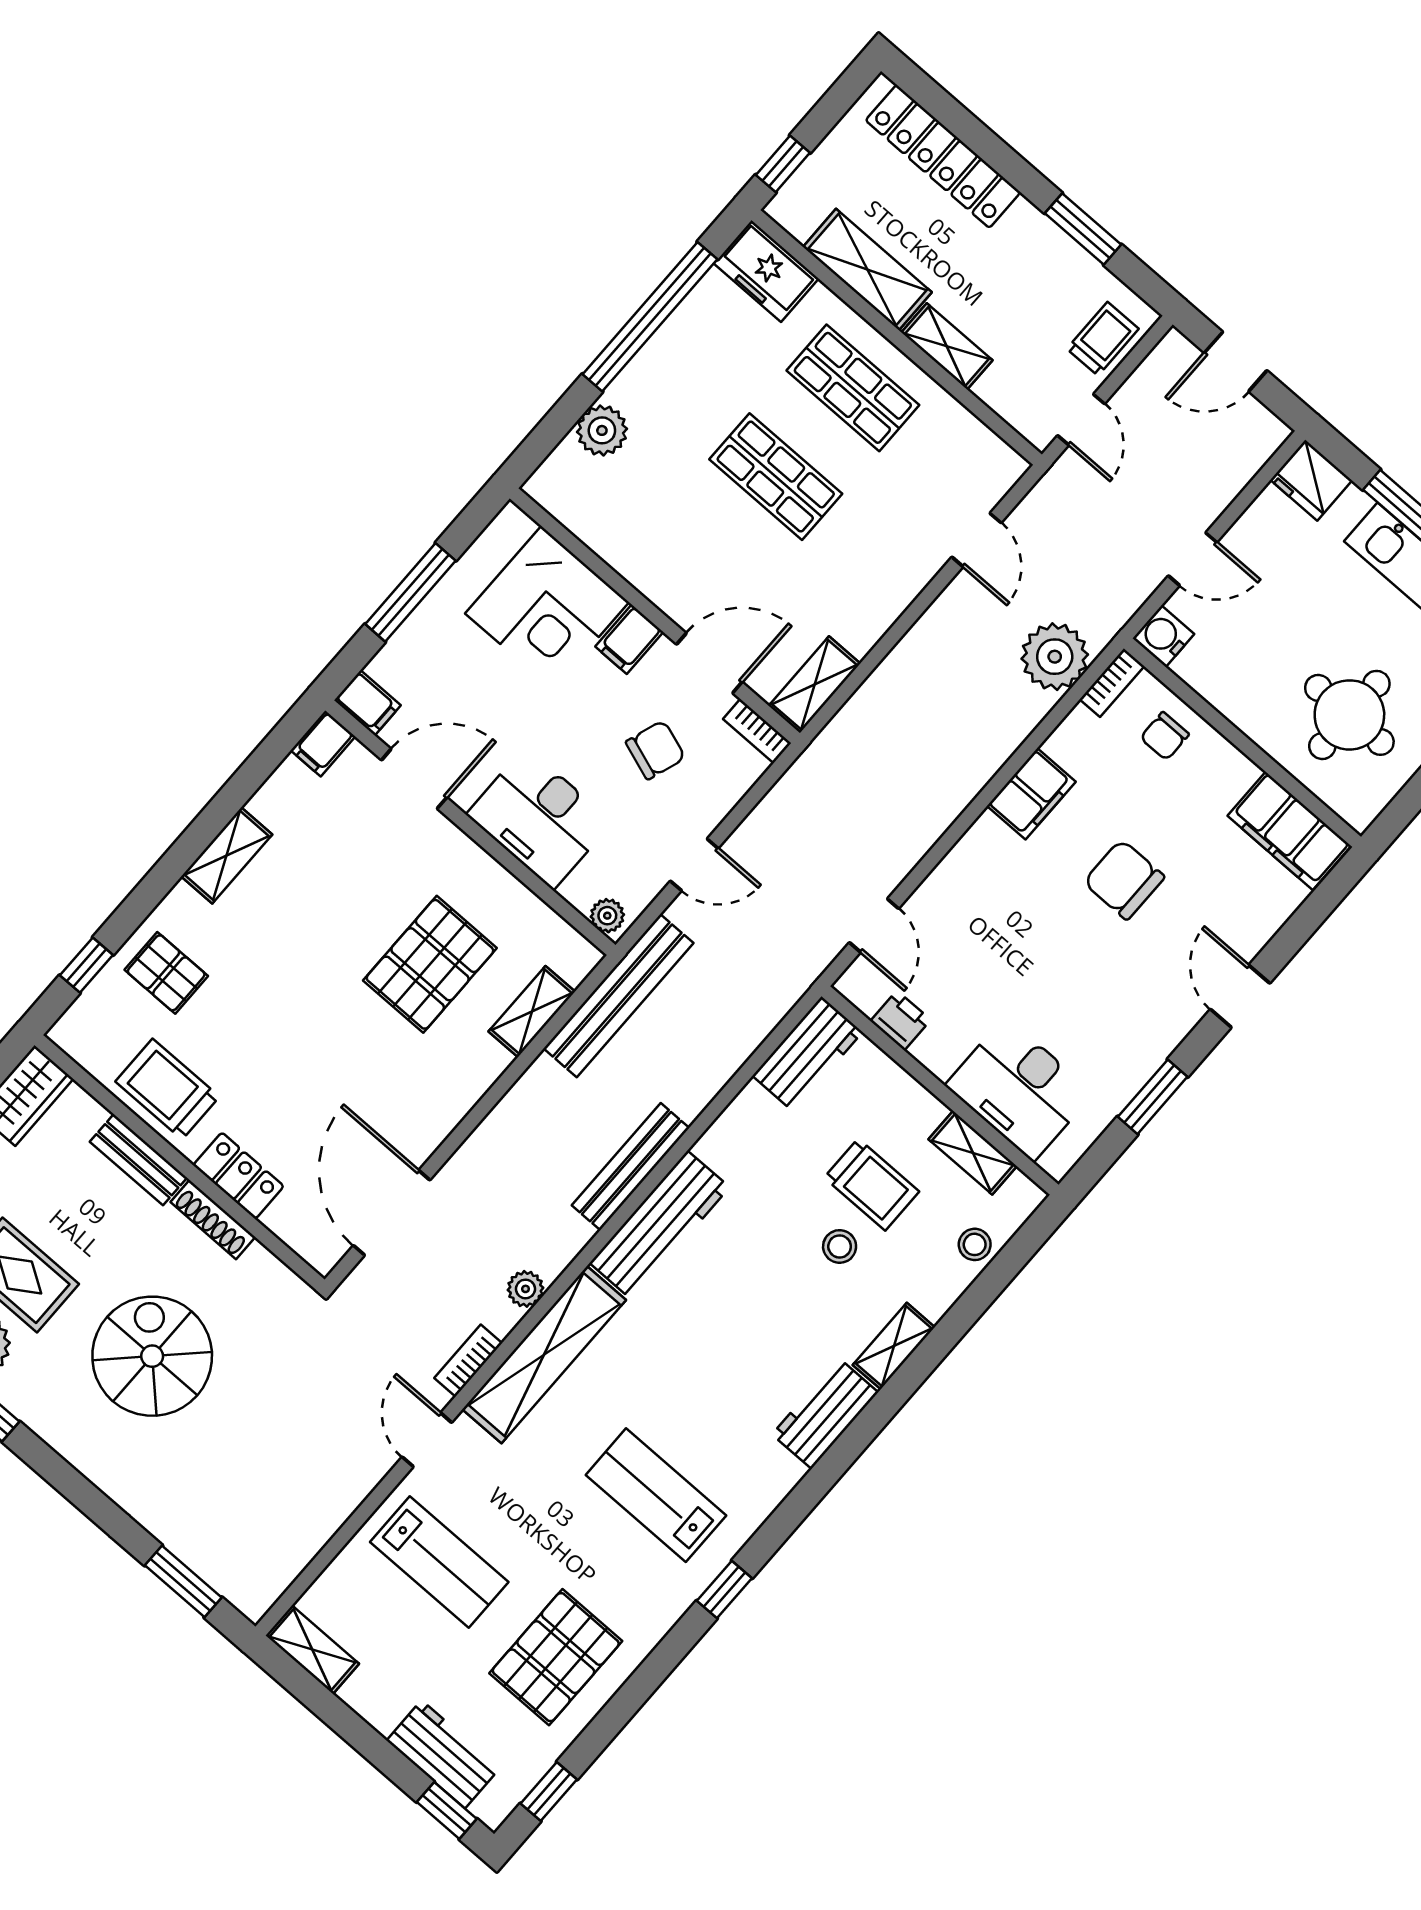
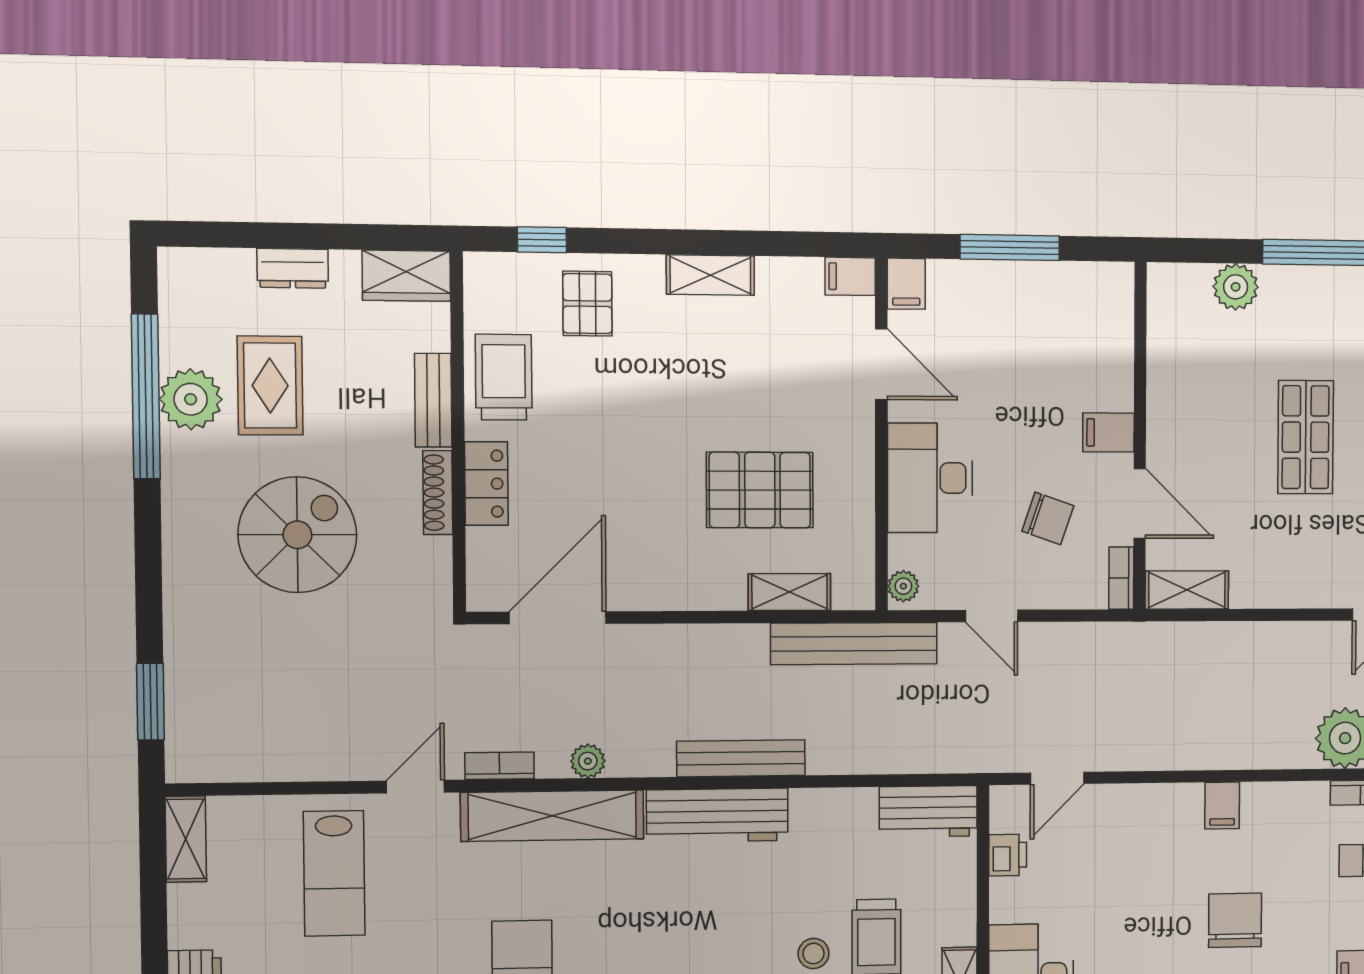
corner desk: (547, 608) -> (1081, 355), removed
filing cabinet: (1031, 794) -> (1222, 806), width x0.50

